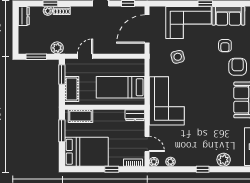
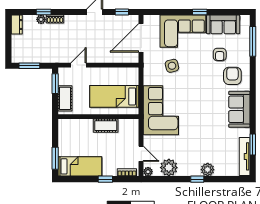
plant: (57, 48) -> (50, 57), removed
dresser: (135, 115) -> (129, 125), removed
cot: (80, 116) -> (106, 126), moved
window: (62, 131) -> (55, 158), moved
bed: (86, 152) -> (80, 166), width x0.67
plant: (224, 160) -> (208, 170), moved
plant: (170, 162) -> (169, 168), width x1.88, depth x1.88

